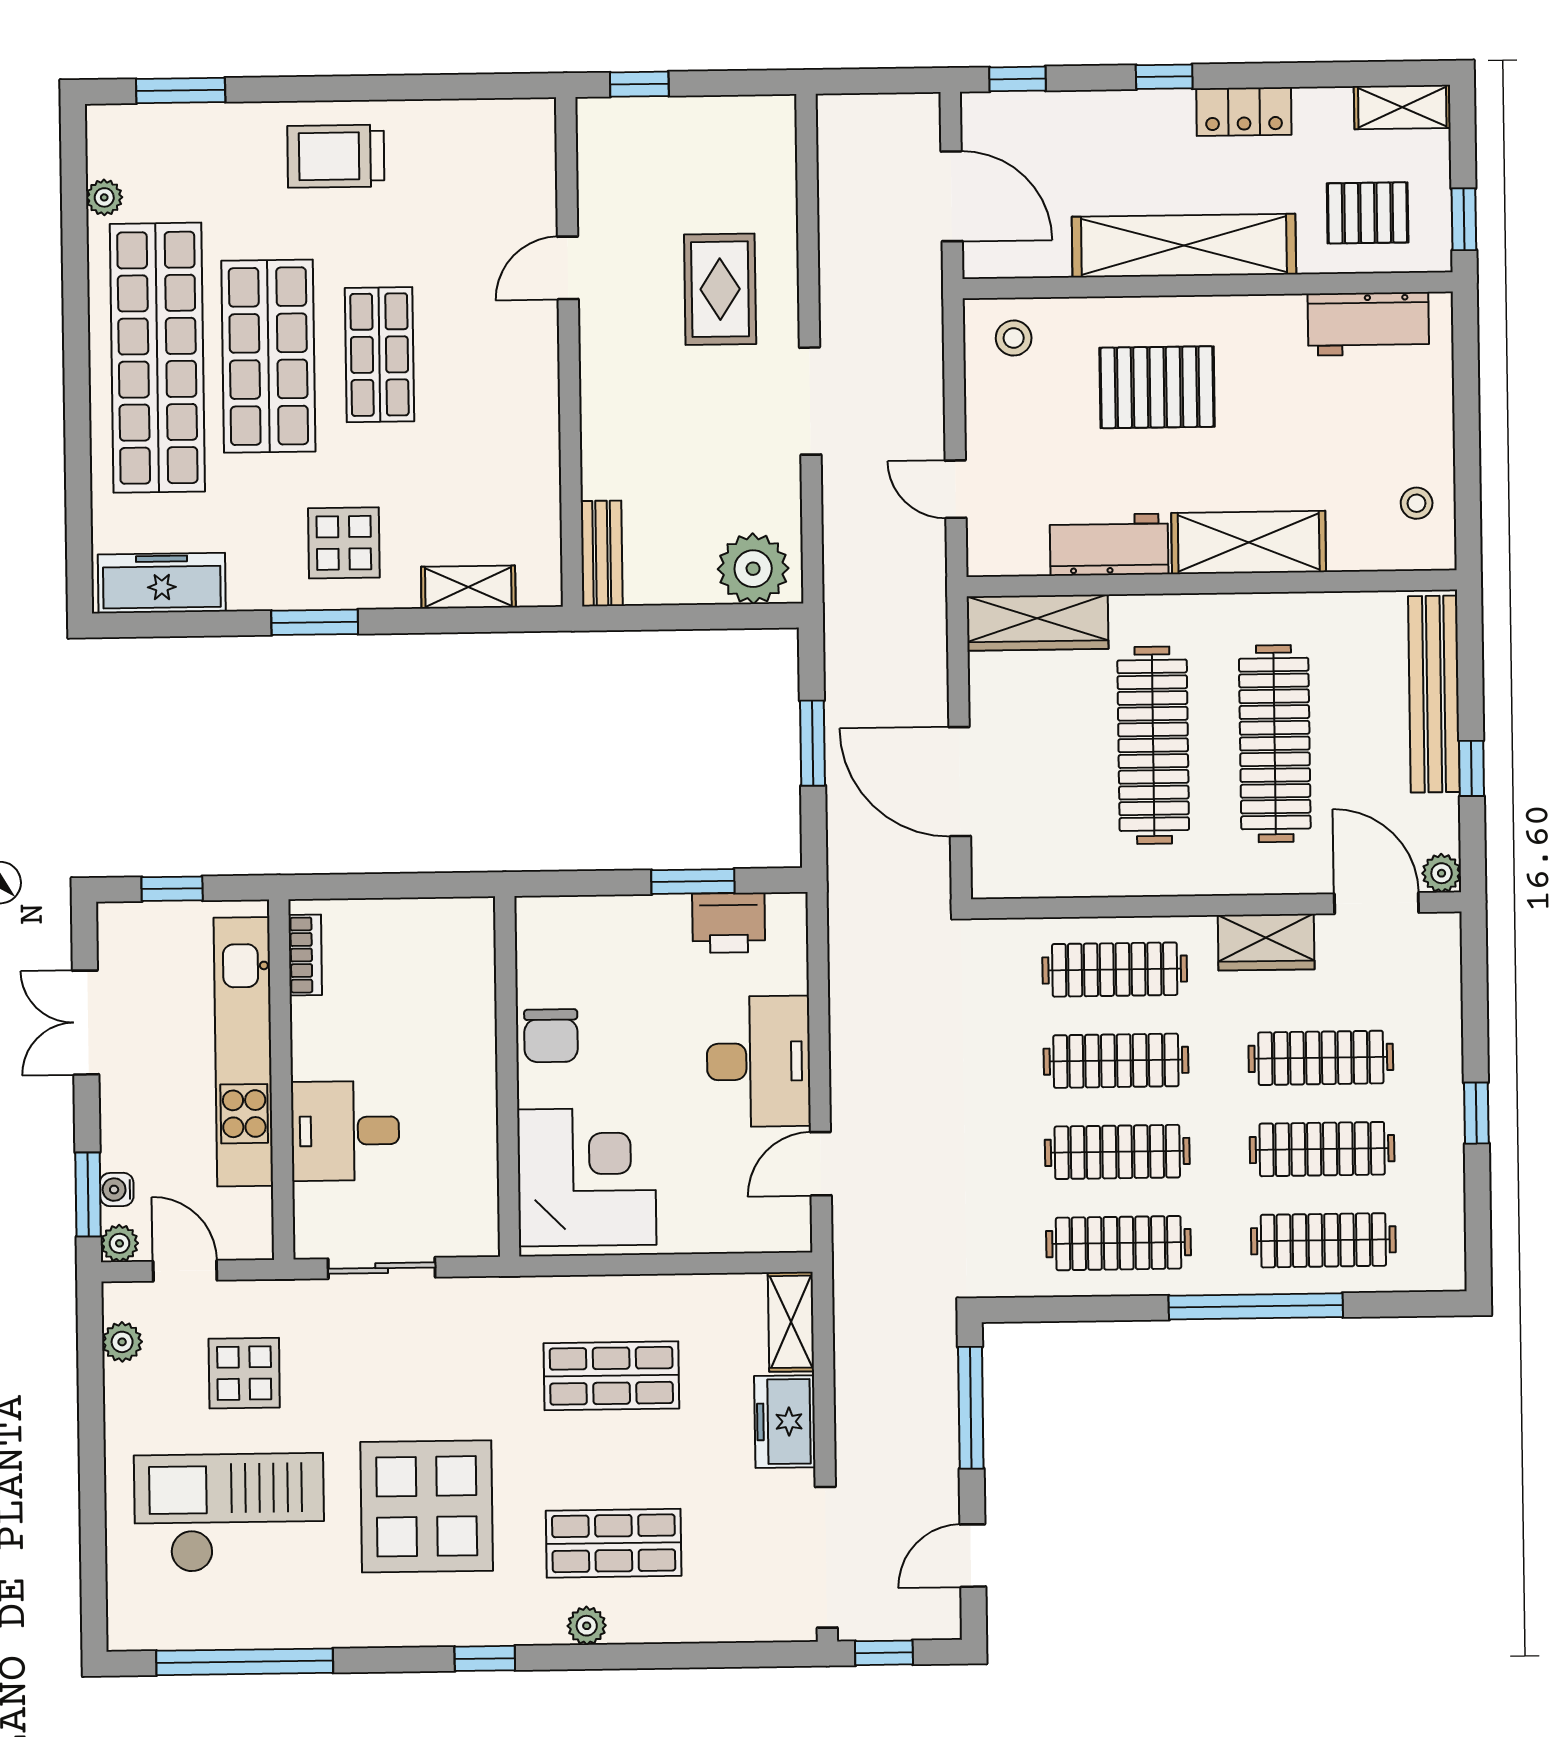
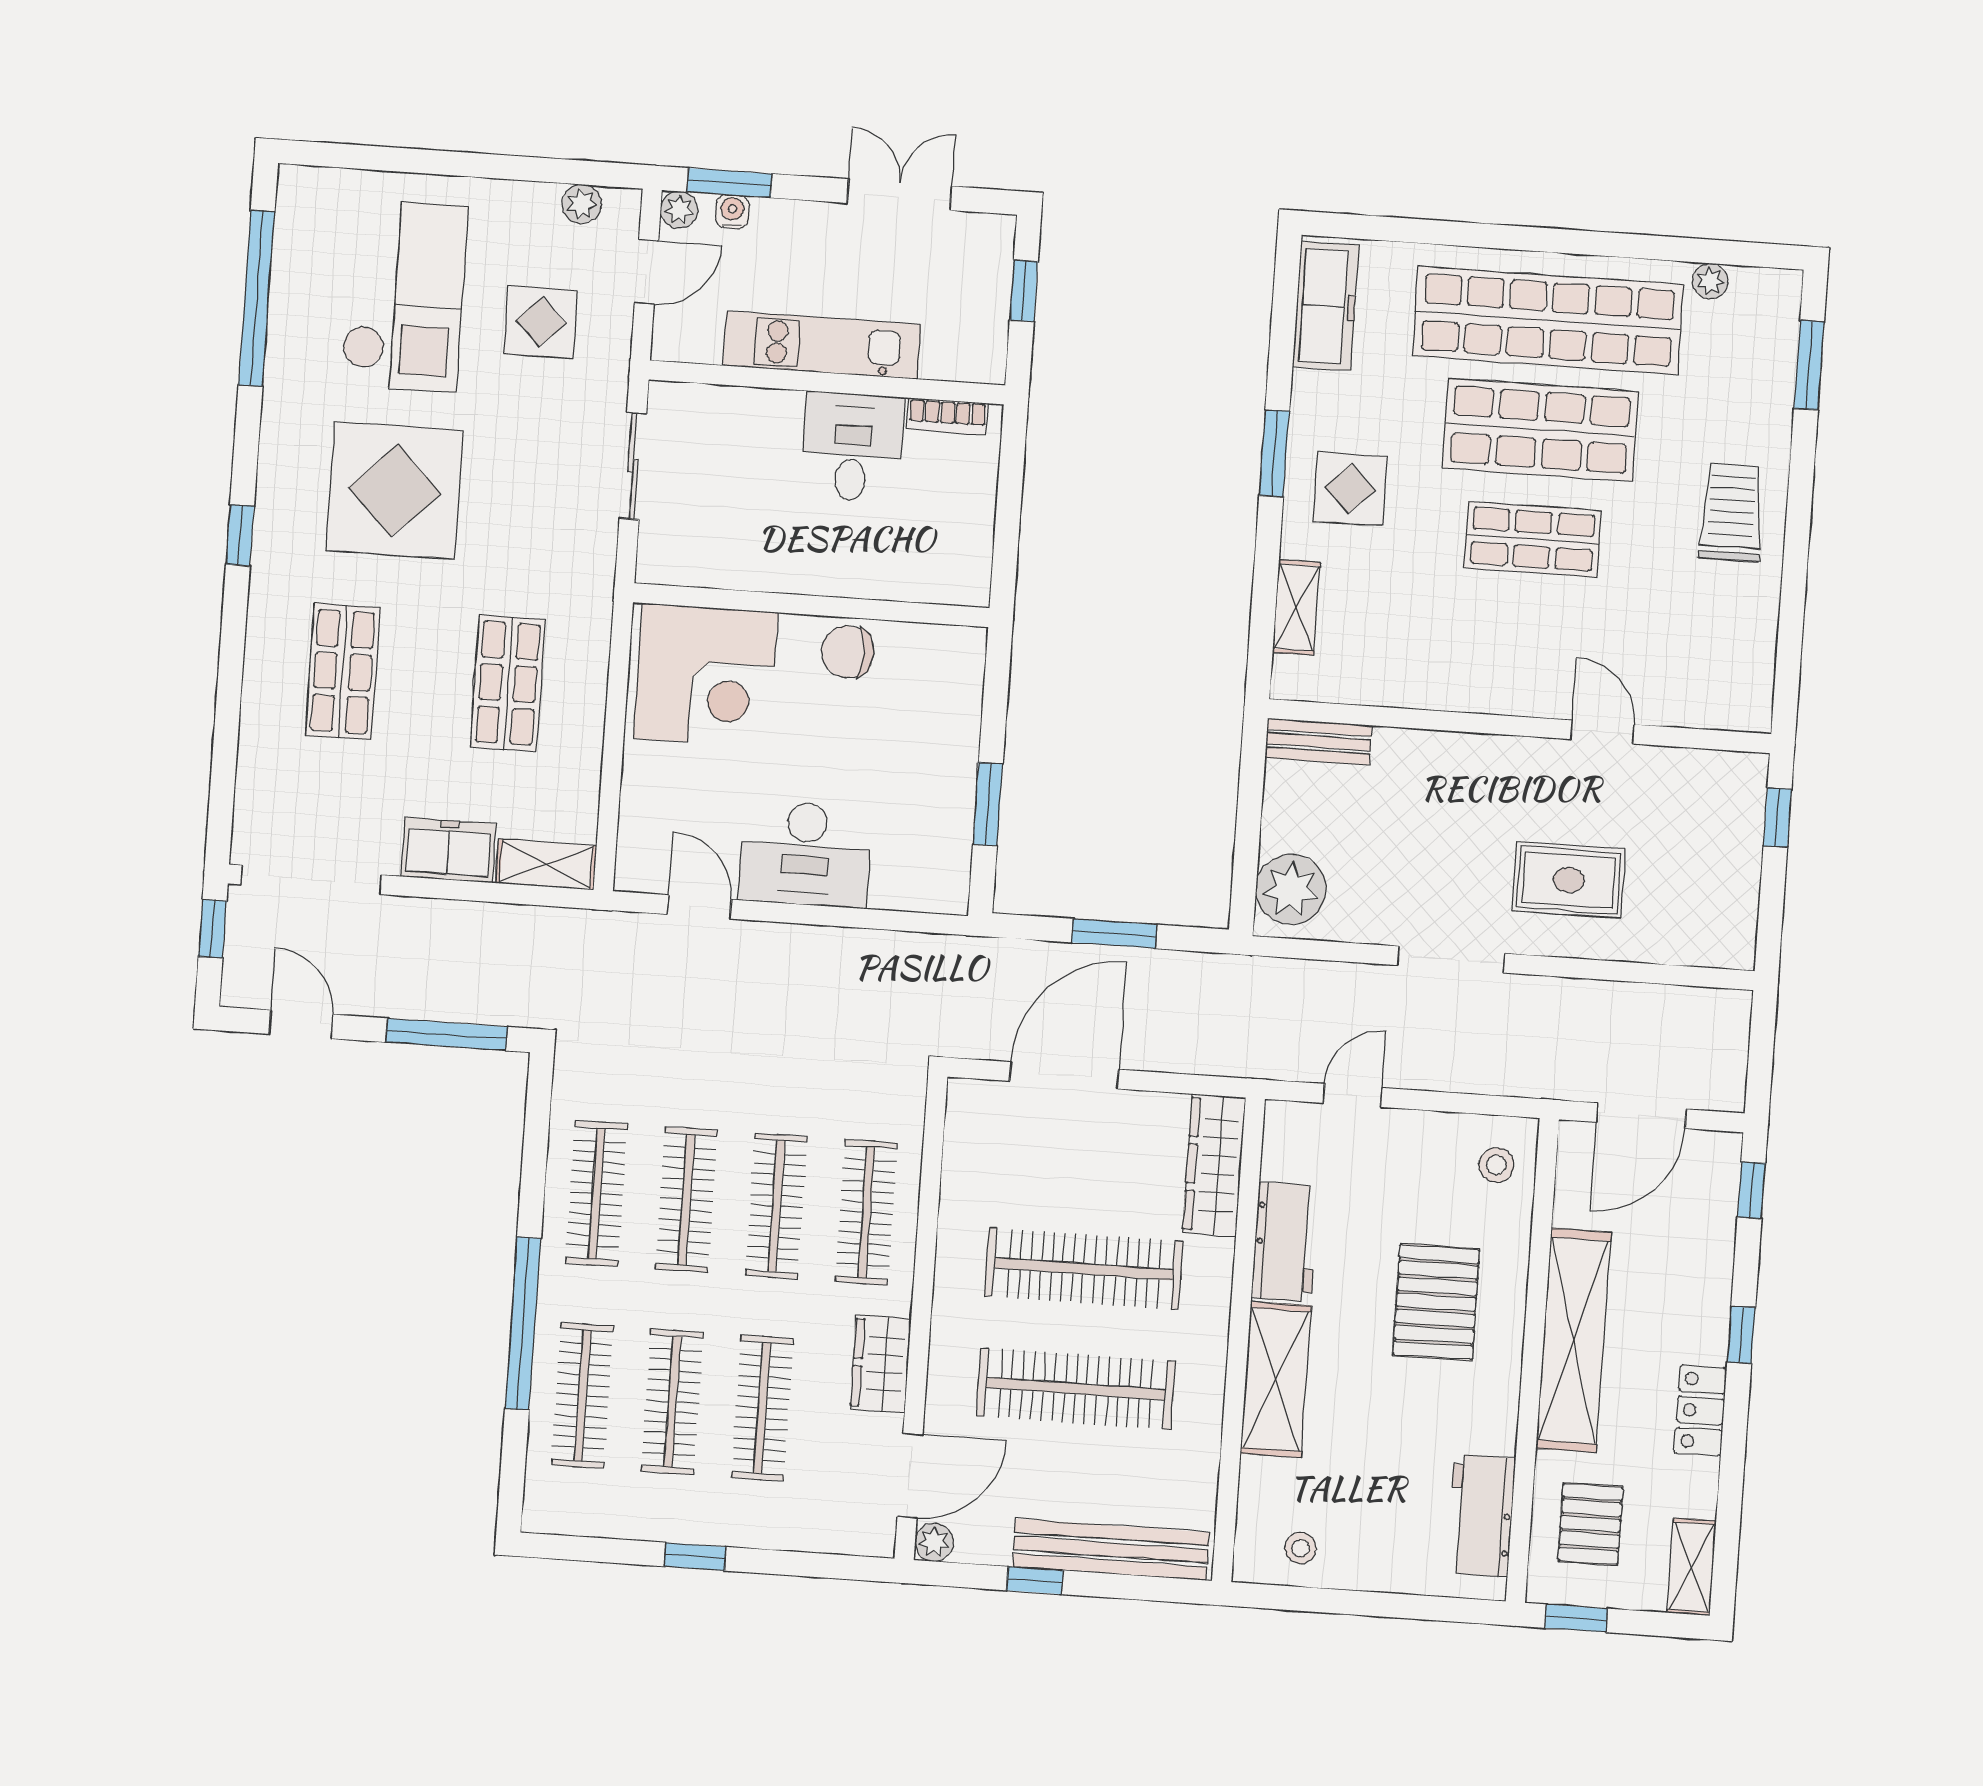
printer: (729, 923) -> (944, 836), removed
kitchen unit: (243, 1052) -> (822, 345), width x0.73
desk: (345, 1131) -> (852, 447), moved
plant: (587, 1626) -> (264, 638), removed

